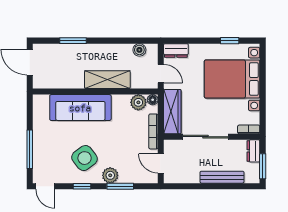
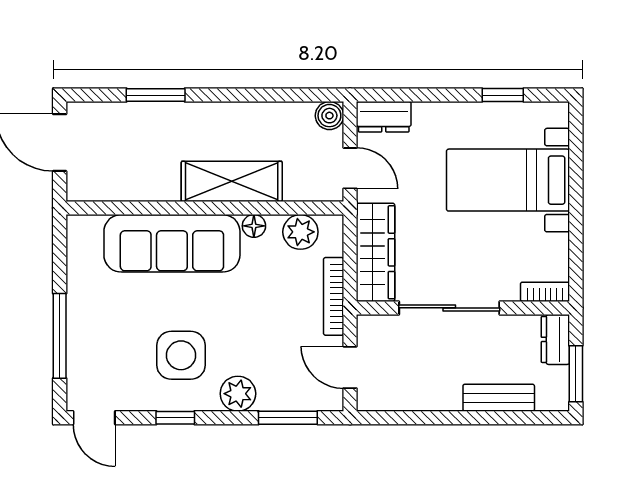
boiler: (139, 50) -> (329, 116), moved
bed with nightstands: (232, 79) -> (508, 180), width x0.73
floor lamp: (153, 100) -> (254, 226), moved
side table: (85, 158) -> (181, 355), turned 37
bench: (222, 177) -> (499, 398), width x0.73
window: (120, 186) -> (288, 418), moved

